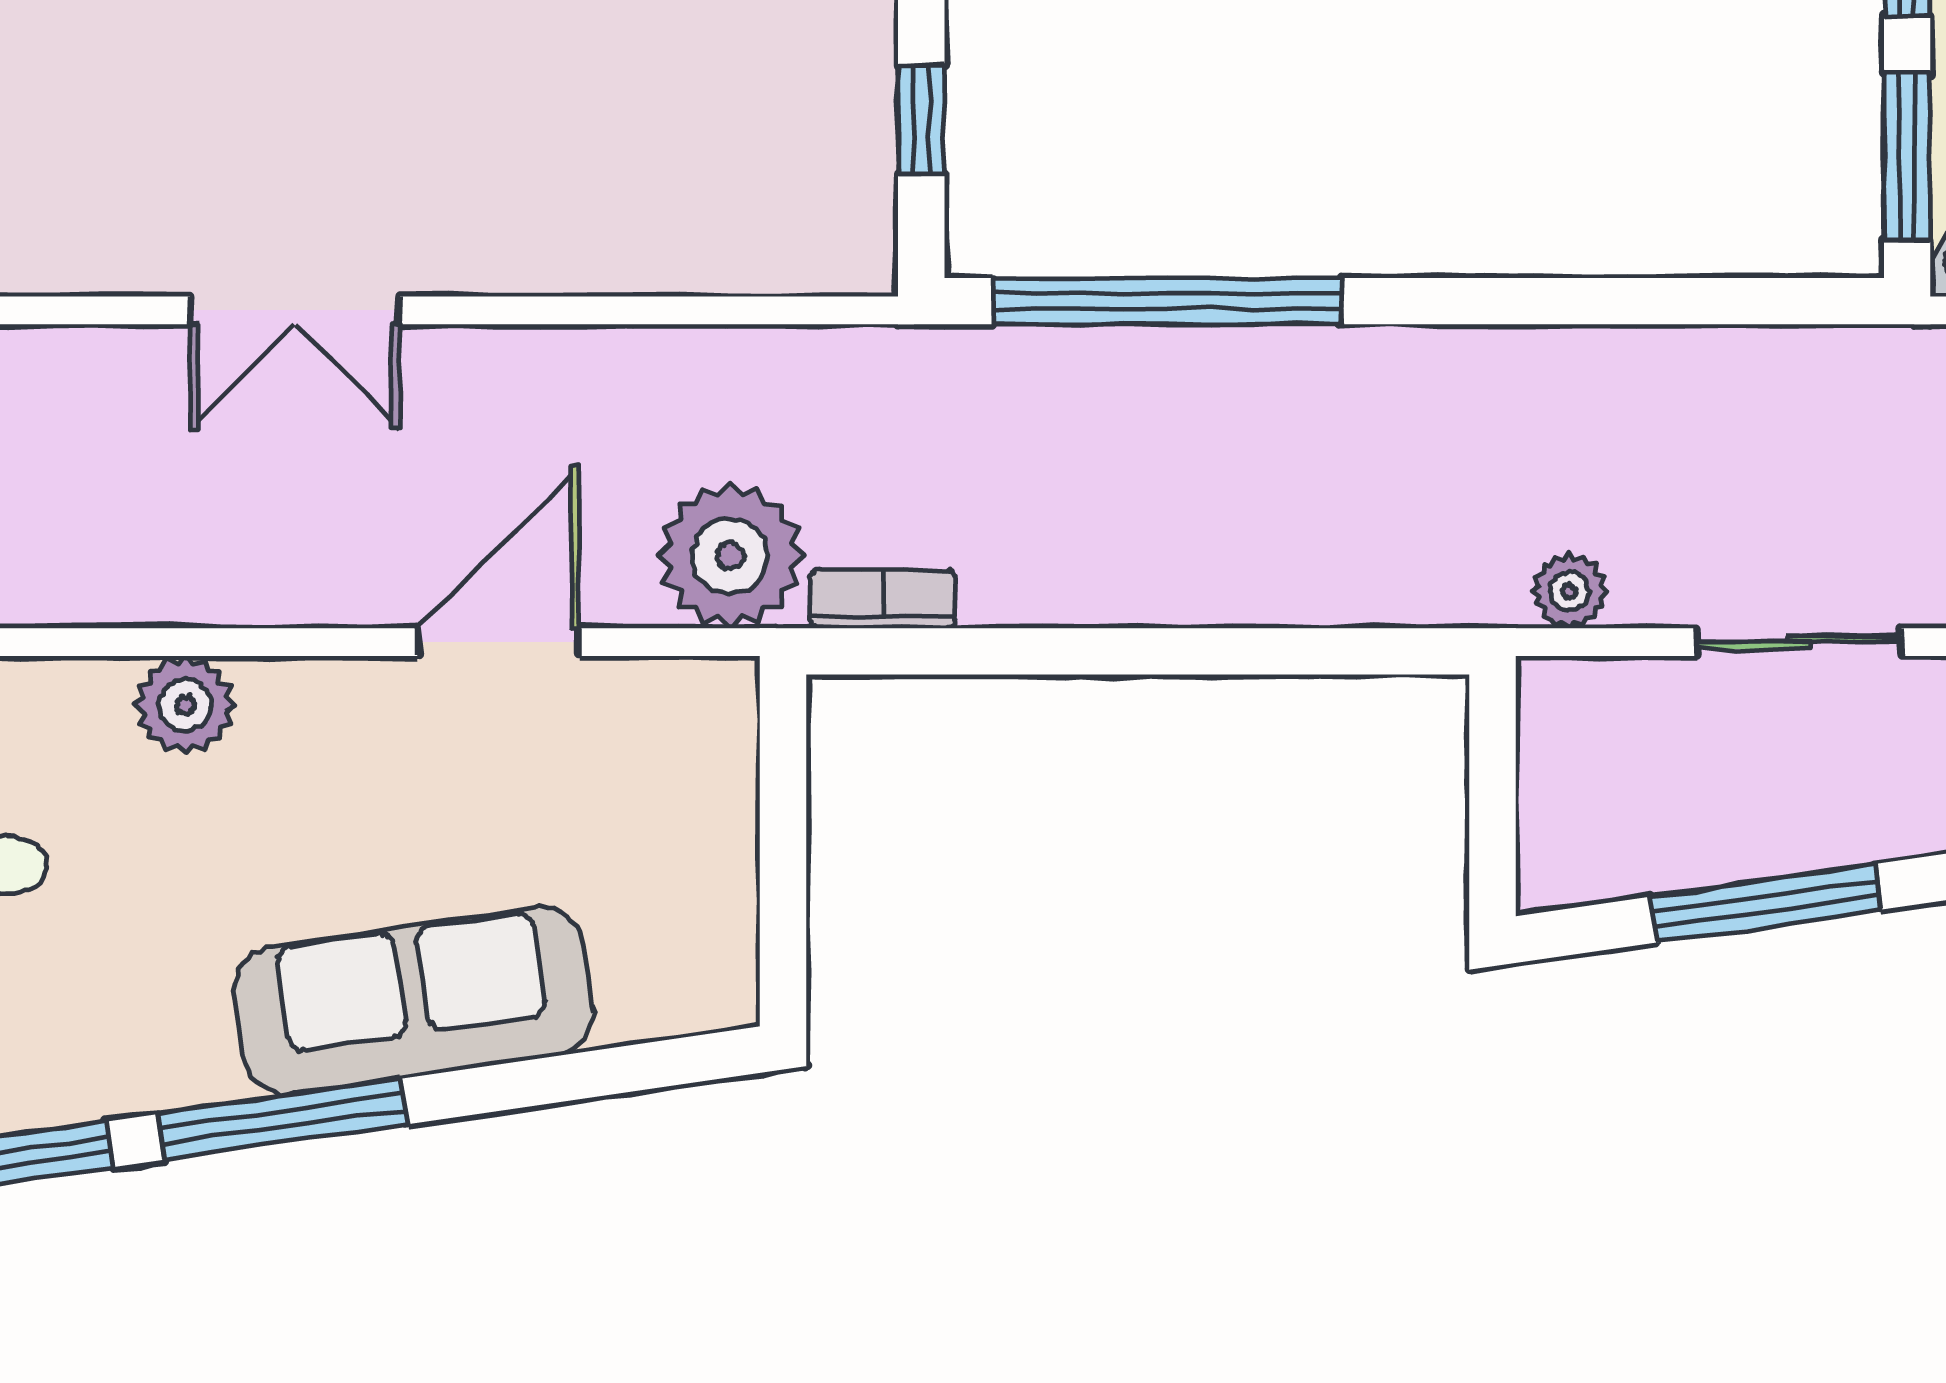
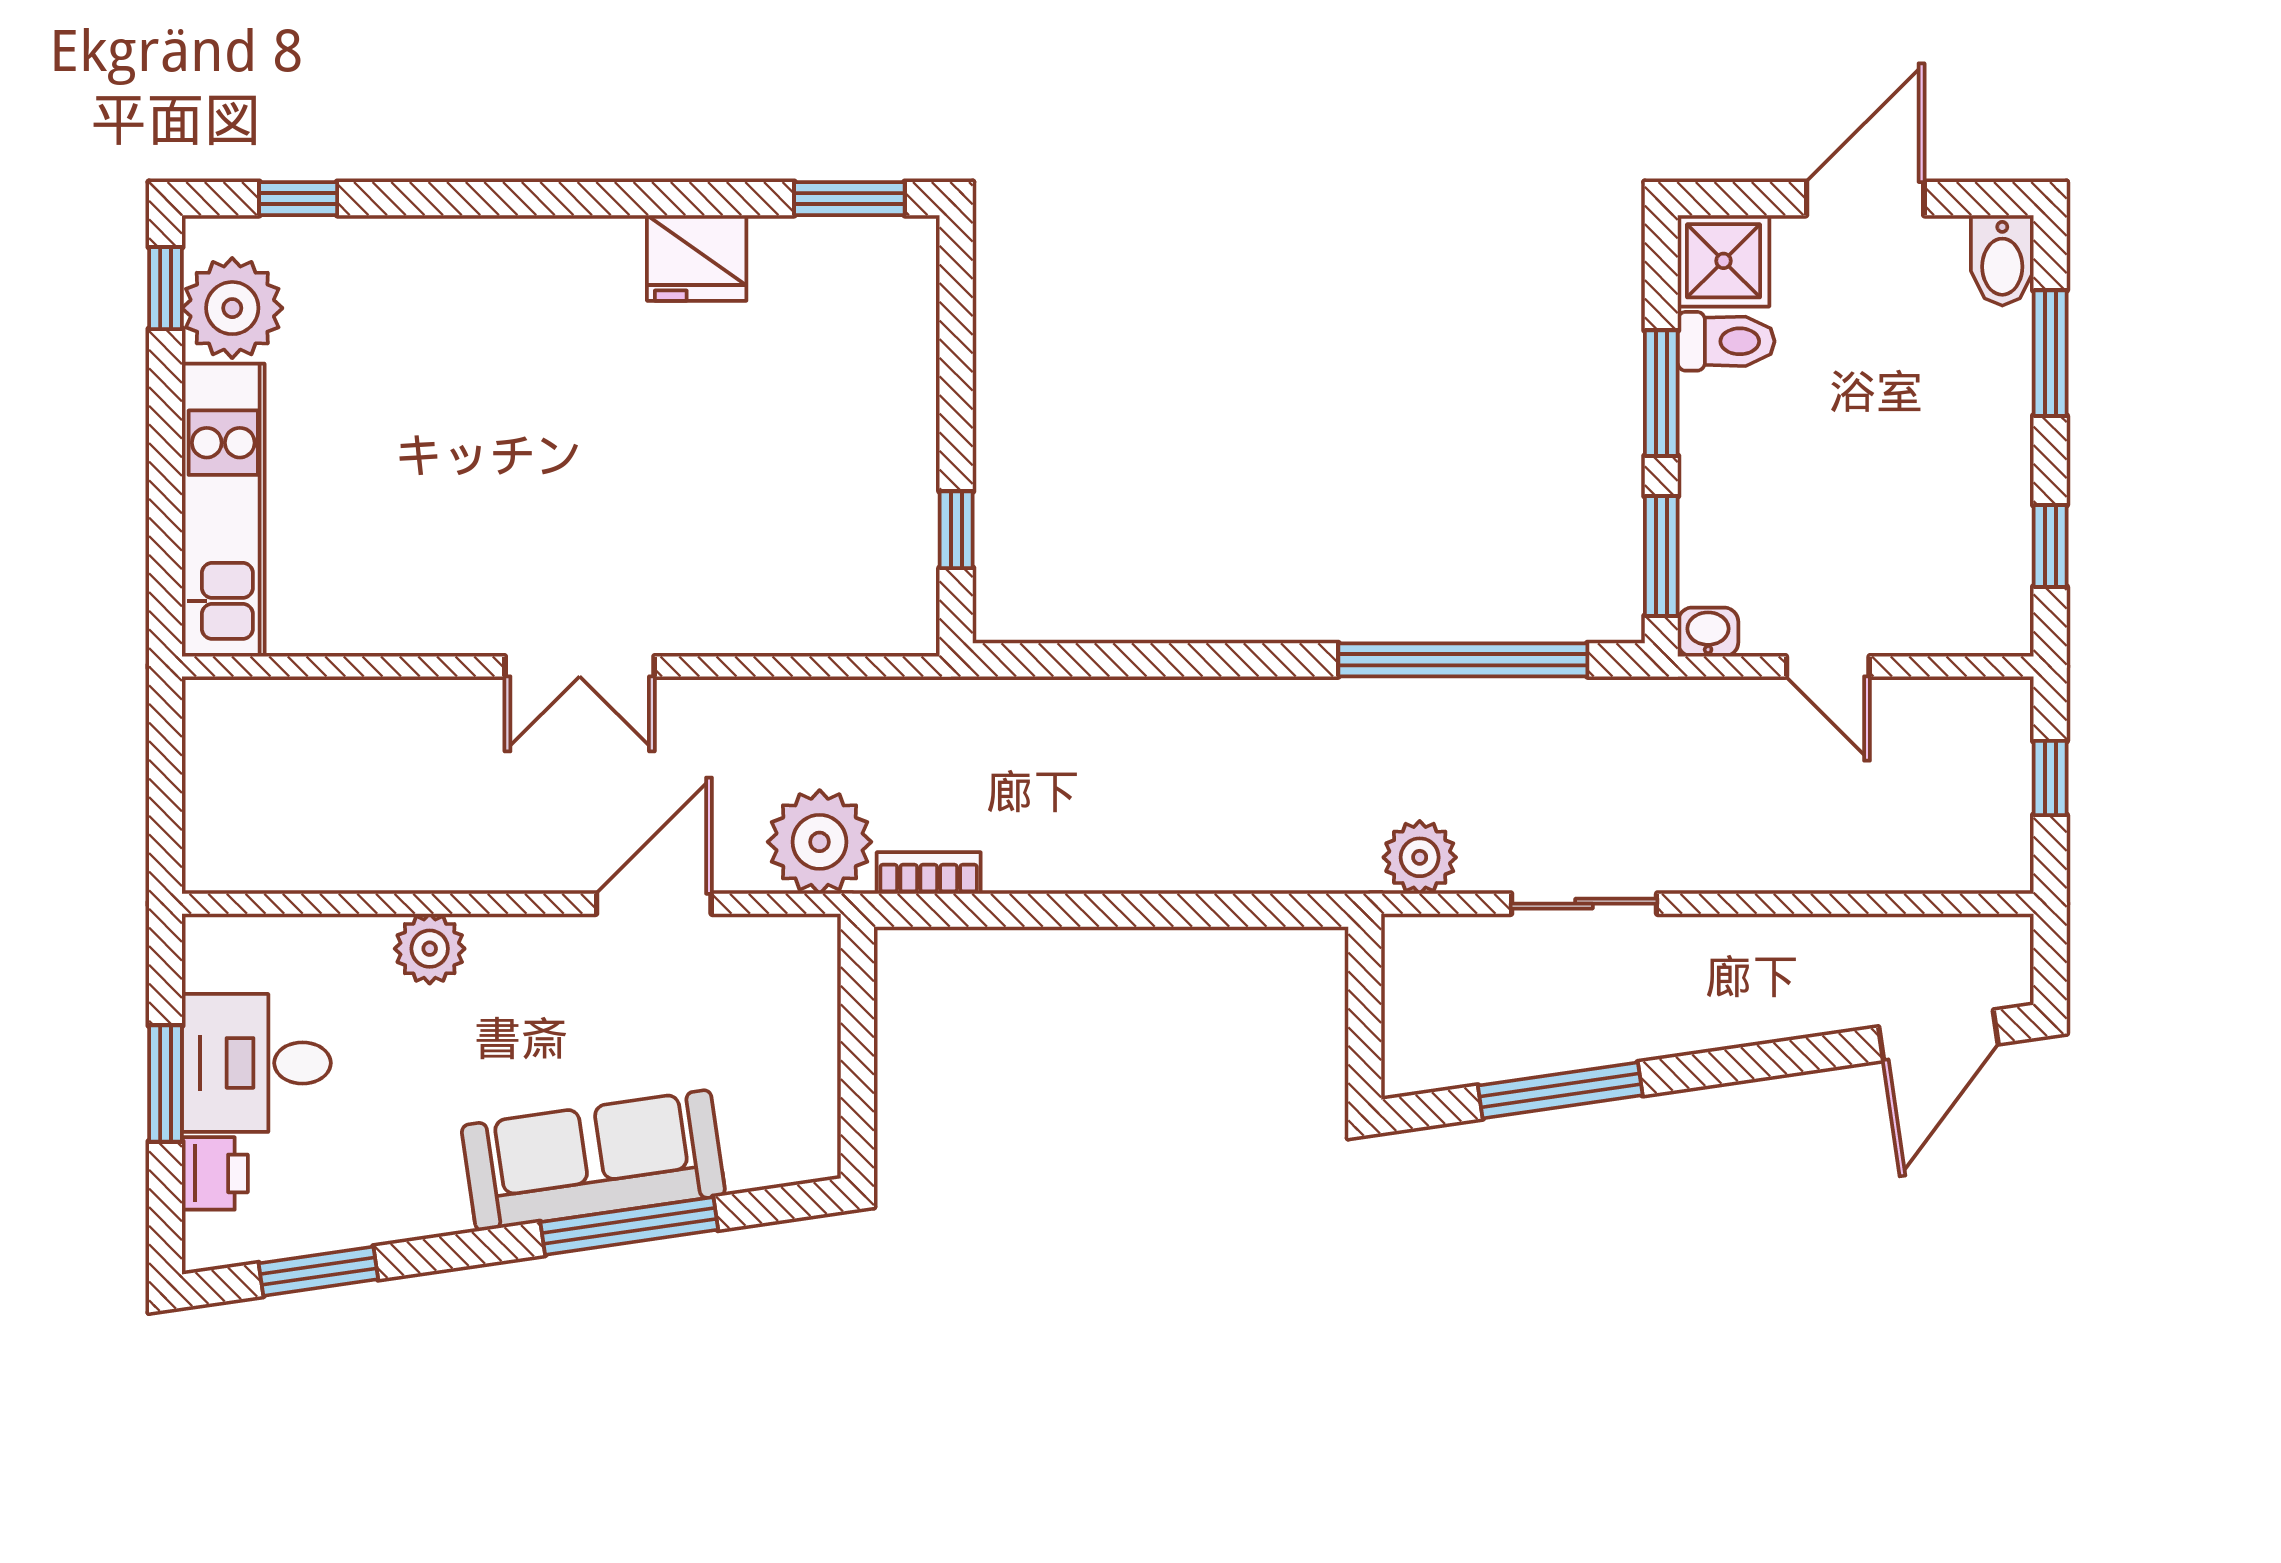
window: (1167, 301) -> (1463, 660), moved
double door: (295, 310) -> (580, 666), moved
plant: (1569, 591) -> (1420, 857), width x1.38, depth x1.38
window: (282, 1119) -> (629, 1226), moved

